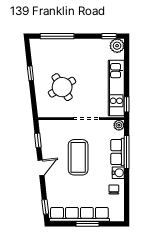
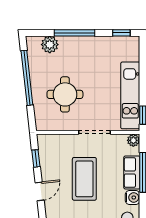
window: (57, 36) -> (75, 33), moved
plant: (117, 46) -> (50, 45), moved
window: (30, 73) -> (27, 78), width x3.17
round table: (62, 87) -> (65, 94), turned 32

